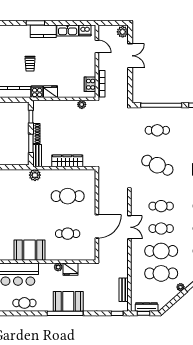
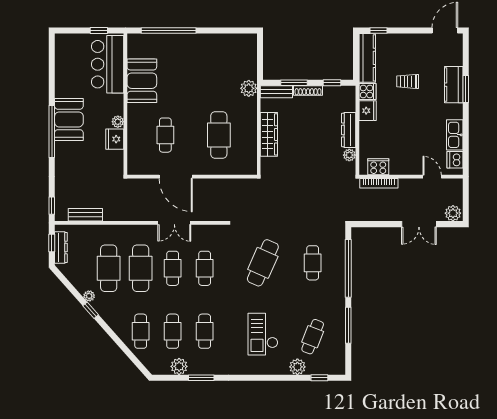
kitchen counter: (43, 31) -> (454, 85), moved
door: (97, 46) -> (432, 177), swing flipped
dresser: (64, 105) -> (349, 130), added
booth: (68, 301) -> (69, 119), moved
cafe table: (24, 303) -> (67, 73), removed

